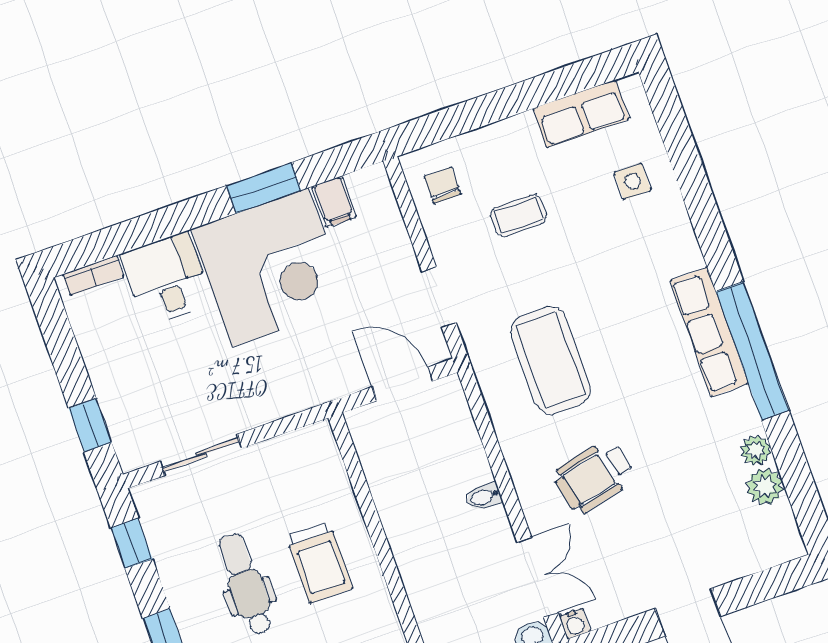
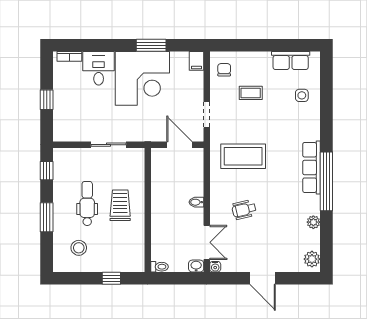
filing cabinet: (334, 202) -> (197, 61), moved
coffee table: (551, 360) -> (243, 156), turned 90
window: (90, 425) -> (47, 100), moved
sliding door: (201, 455) -> (108, 145), moved
wheelchair: (594, 476) -> (244, 210), width x0.73, depth x0.73
plant: (765, 487) -> (312, 259), moved
trolley: (319, 562) -> (120, 205), turned 180

